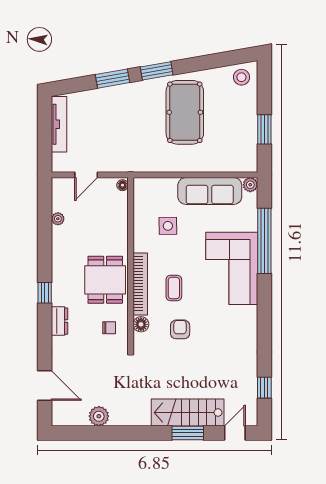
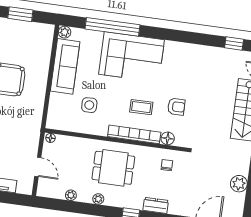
plant: (58, 252) -> (98, 199), added
dining table: (105, 280) -> (113, 168), moved
armchair: (180, 329) -> (176, 107), turned 180

